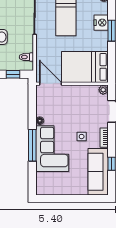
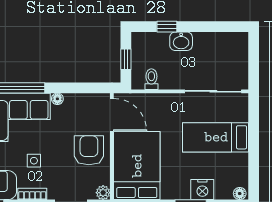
door: (51, 84) -> (112, 115), hinge flipped
armchair: (75, 99) -> (89, 150), added

